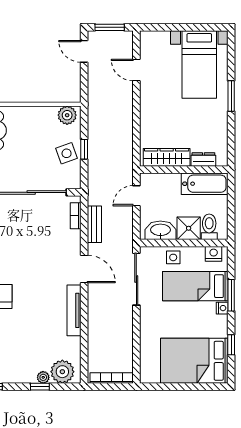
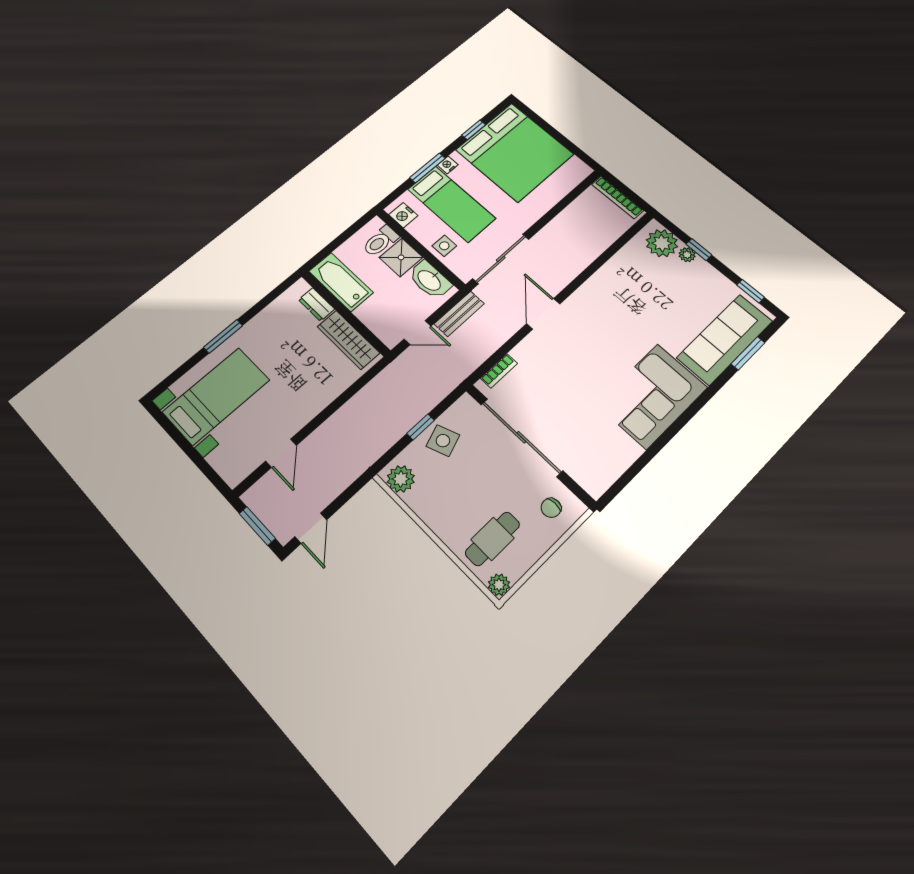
bench: (94, 224) -> (459, 314), moved
tv unit: (74, 310) -> (593, 286), removed
bed: (194, 361) -> (515, 152), width x1.36

